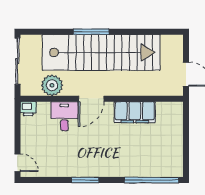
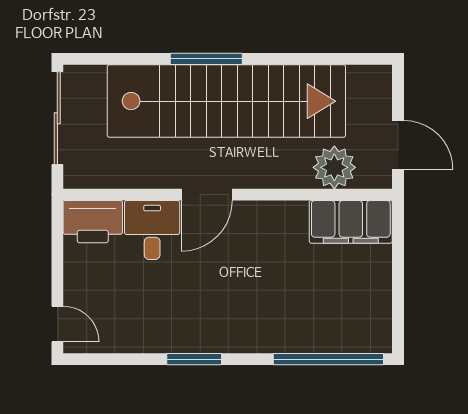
plant: (52, 85) -> (334, 167), moved
printer: (28, 109) -> (93, 222), width x1.87, depth x1.48
filing cabinet: (135, 112) -> (351, 222), moved

